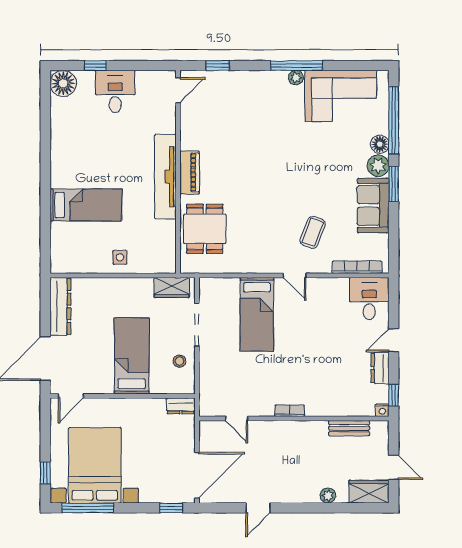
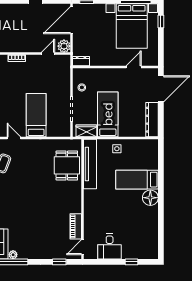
floor lamp: (63, 83) -> (150, 198), moved
desk: (115, 91) -> (110, 247), moved
piano: (190, 172) -> (76, 226), moved
tv unit: (165, 177) -> (90, 164), moved
bed: (132, 356) -> (108, 114), moved, turned 180
door: (71, 396) -> (134, 67), moved
door: (237, 419) -> (48, 54), hinge flipped
plant: (210, 431) -> (64, 46), added

